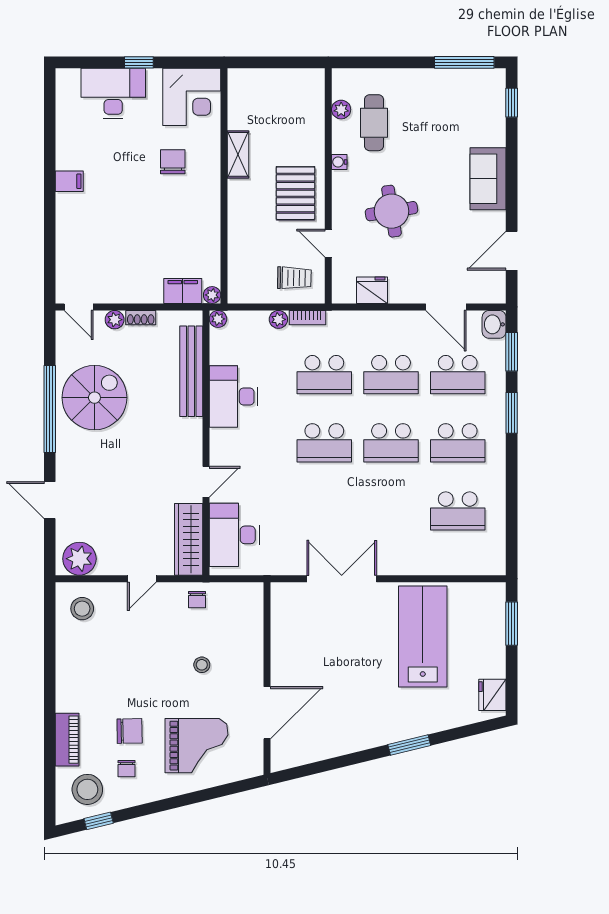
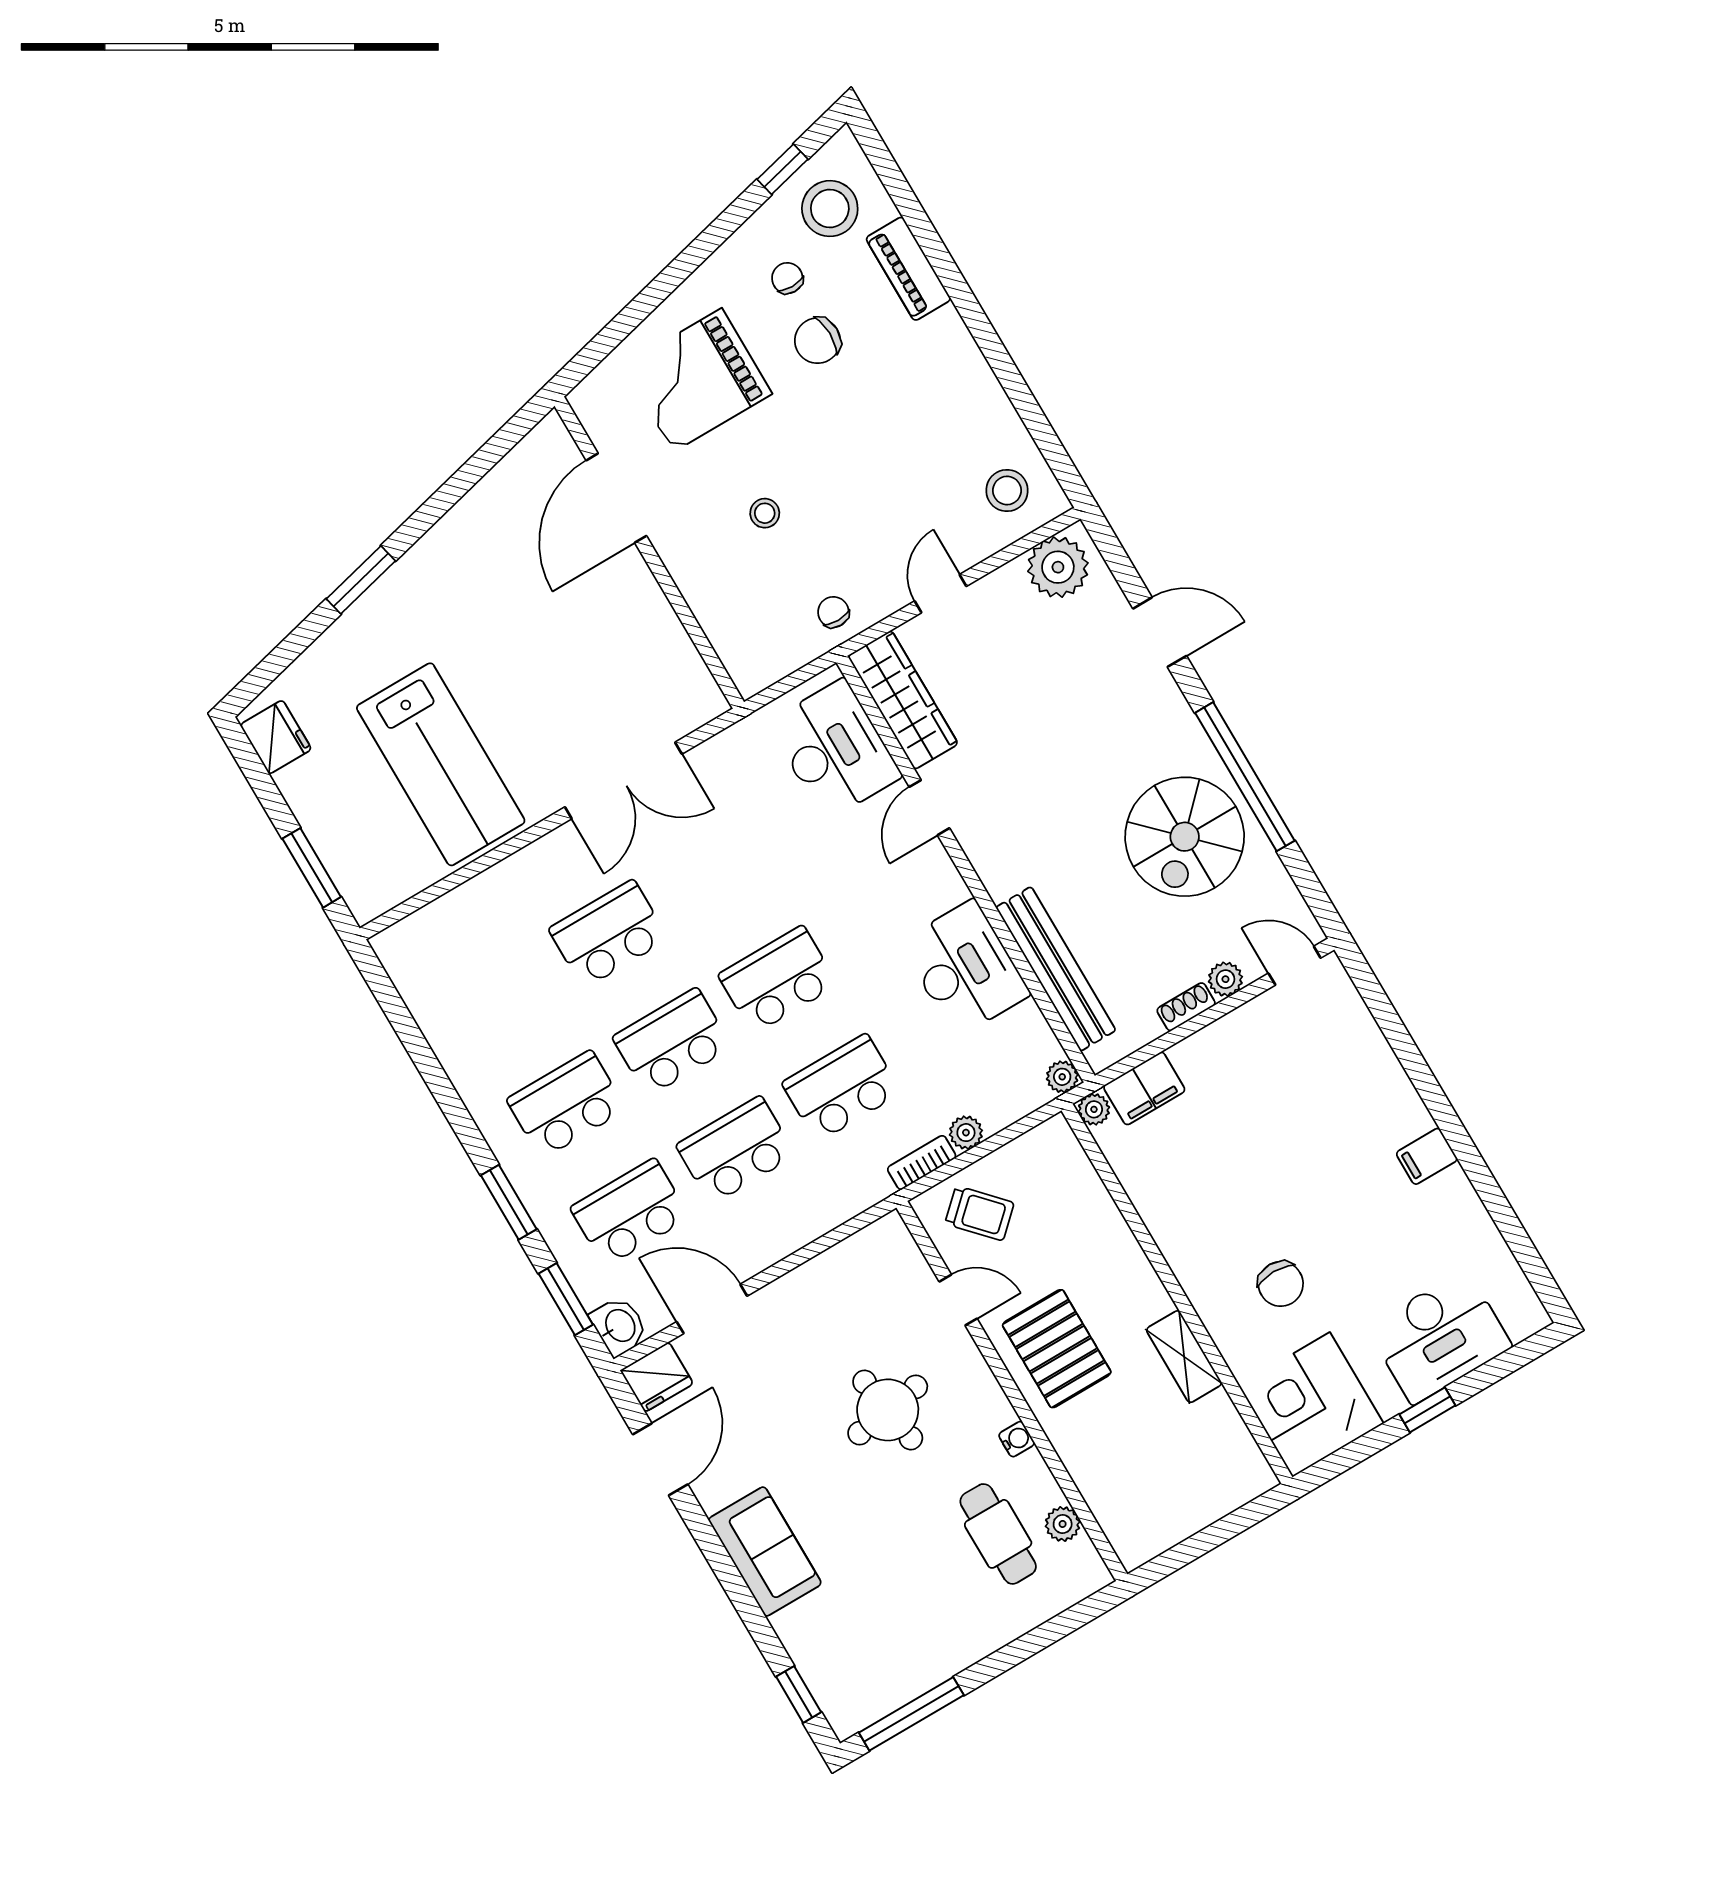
trolley: (294, 278) -> (980, 1213), turned -134
fridge: (372, 290) -> (657, 1377), moved
school desk: (458, 511) -> (608, 934), moved

